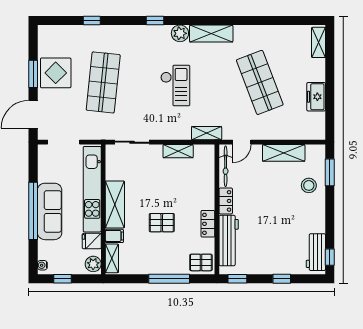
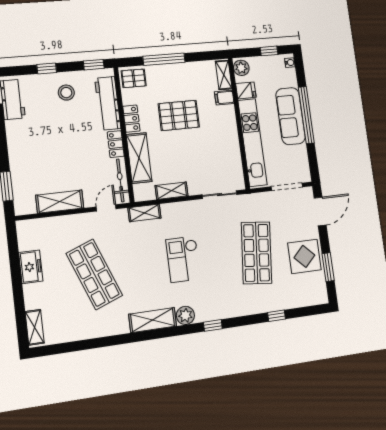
window: (33, 74) -> (328, 267), moved
stool: (309, 185) -> (66, 93), moved
shelving: (115, 204) -> (139, 158), moved
pallet: (162, 223) -> (179, 115), width x1.50, depth x1.42

